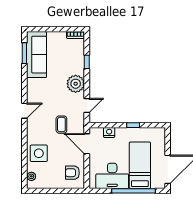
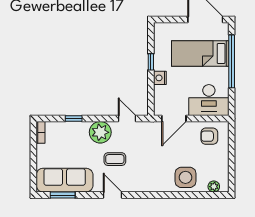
door: (24, 111) -> (113, 195), moved
coffee table: (61, 125) -> (115, 159), moved
nightstand: (109, 132) -> (160, 78), moved
armchair: (72, 173) -> (209, 136), turned 90
desk: (112, 176) -> (209, 100), moved, turned 90

